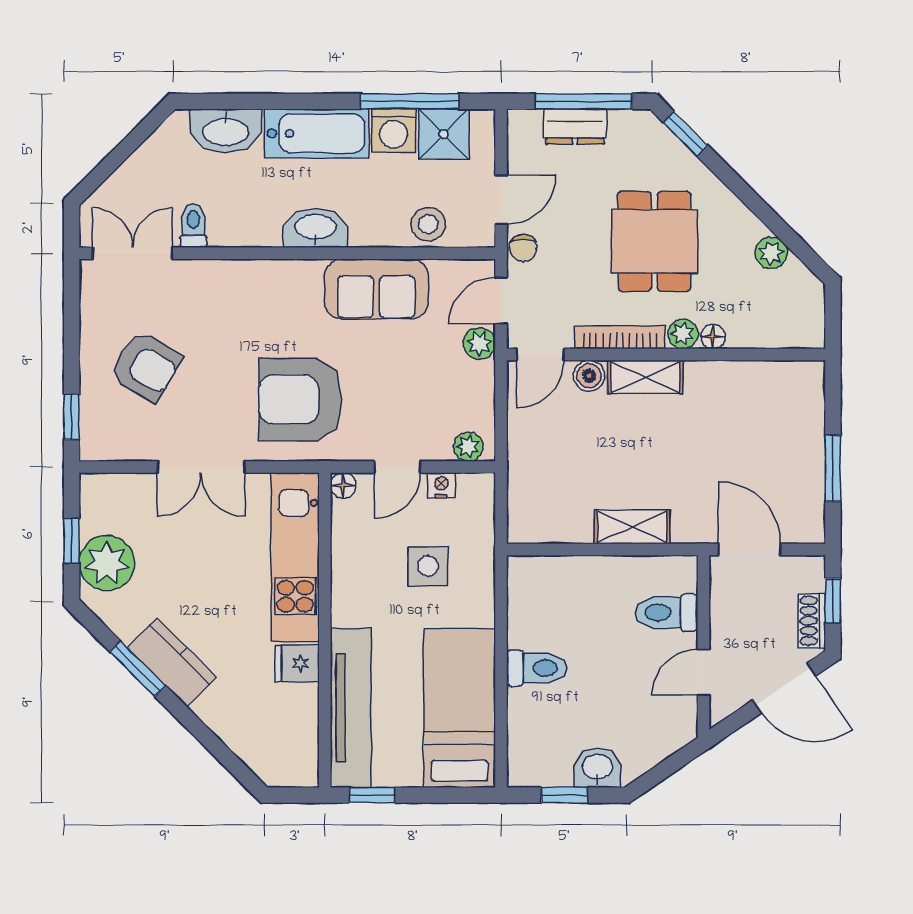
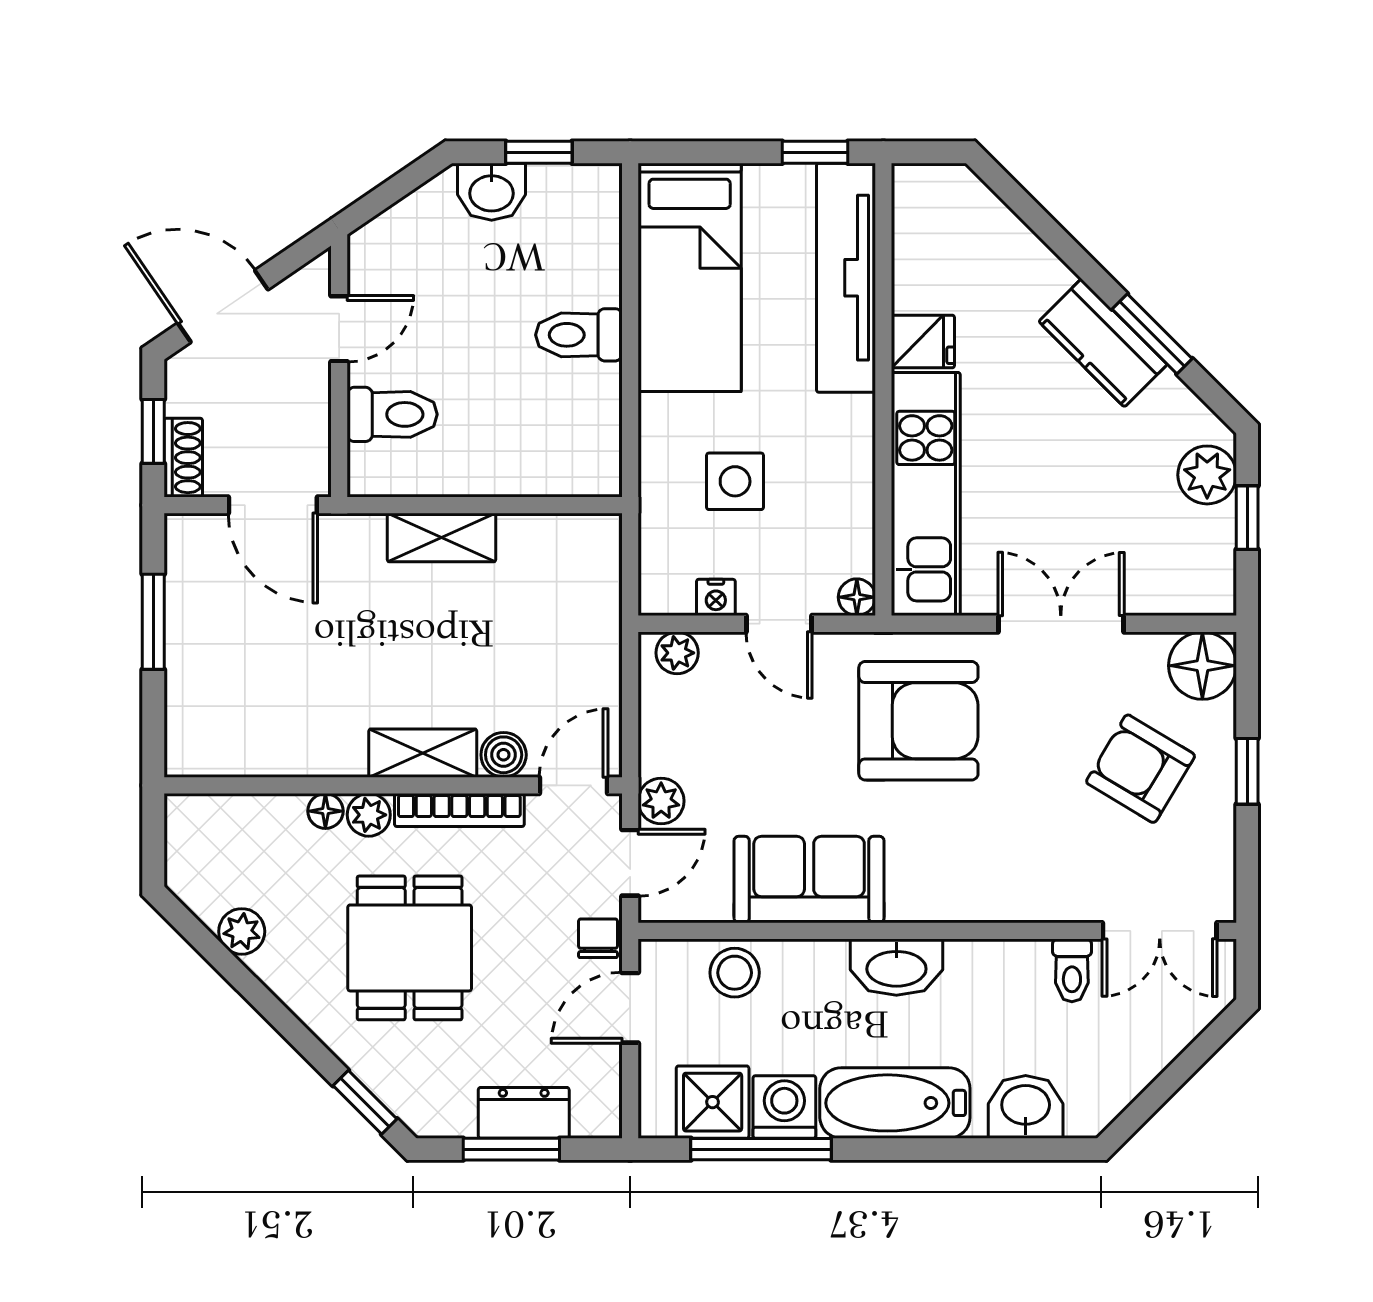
window: (584, 101) -> (511, 1149), width x0.69
washbasin: (226, 131) -> (1026, 1107), width x0.72
window: (72, 417) -> (1247, 771), moved
floor lamp: (103, 438) -> (1202, 666), added
door: (397, 467) -> (779, 624), swing flipped
plant: (107, 563) -> (1207, 475), width x0.73, depth x0.73
shoe rack: (812, 621) -> (183, 458), moved

